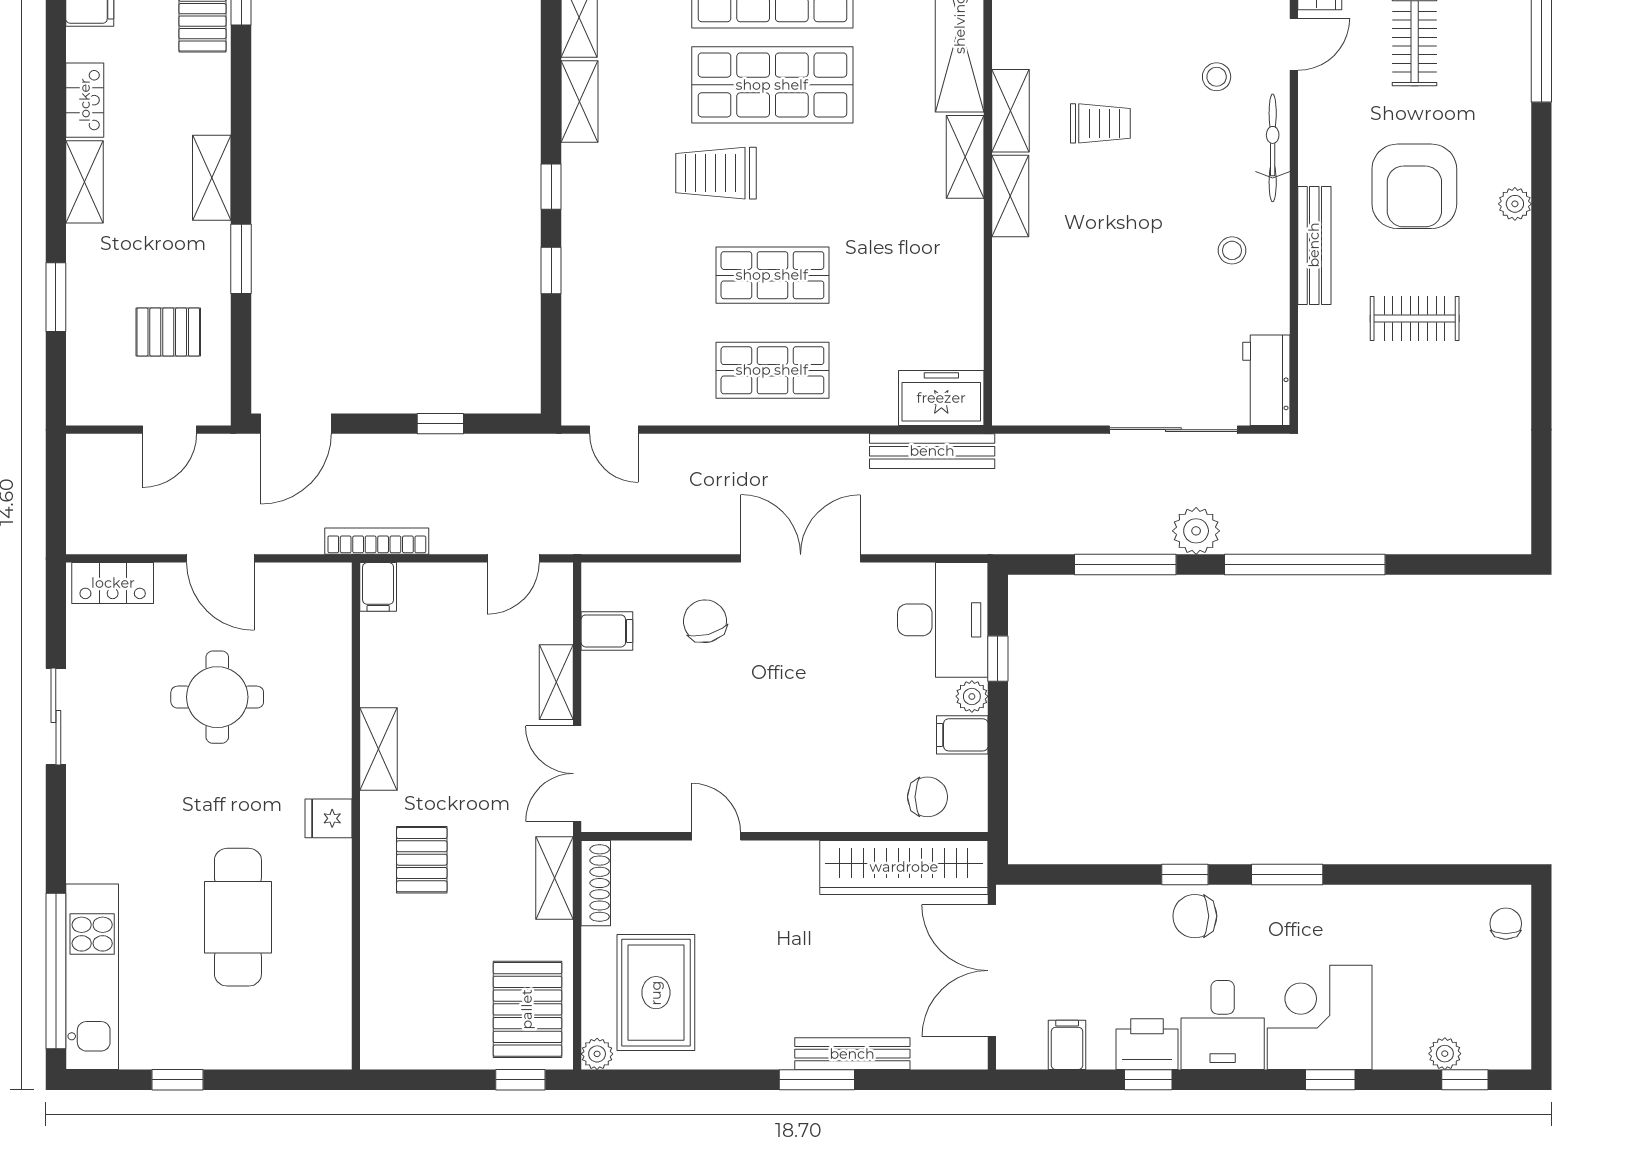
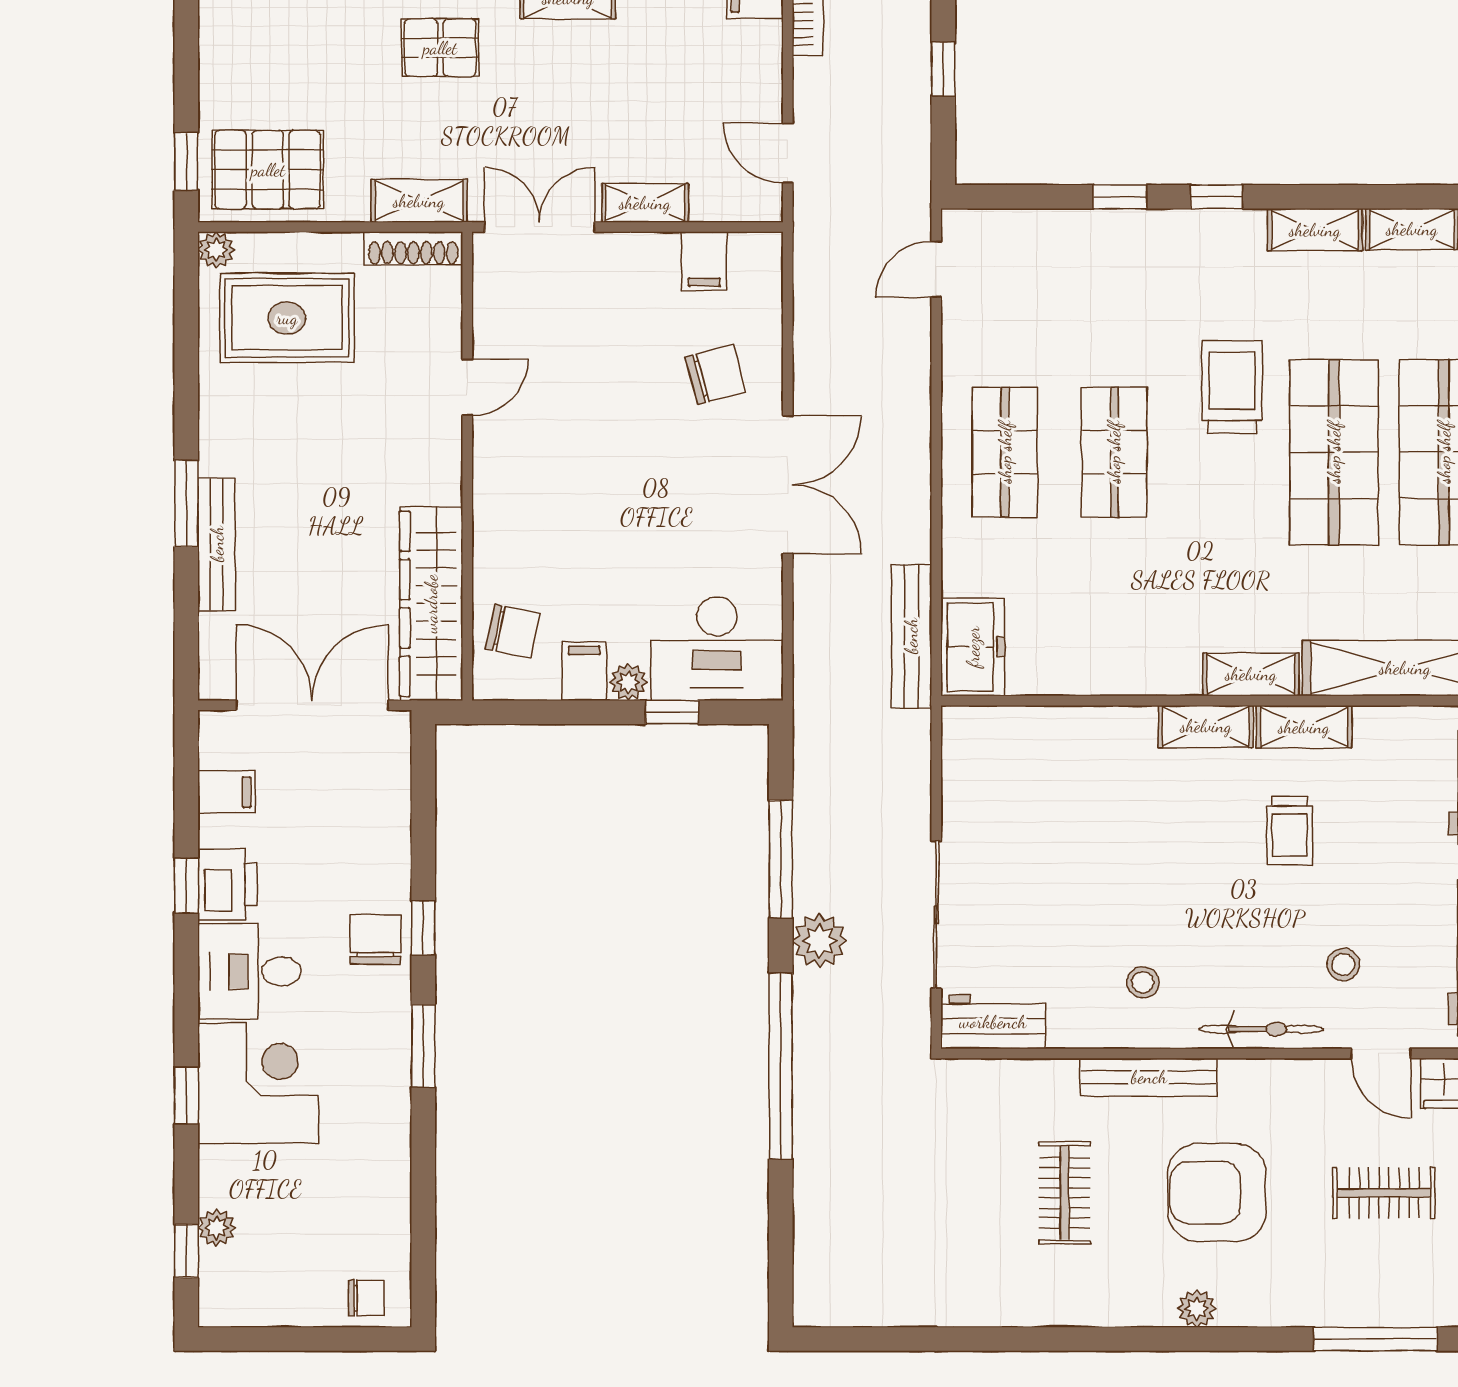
chair: (928, 797) -> (513, 631), turned -78

